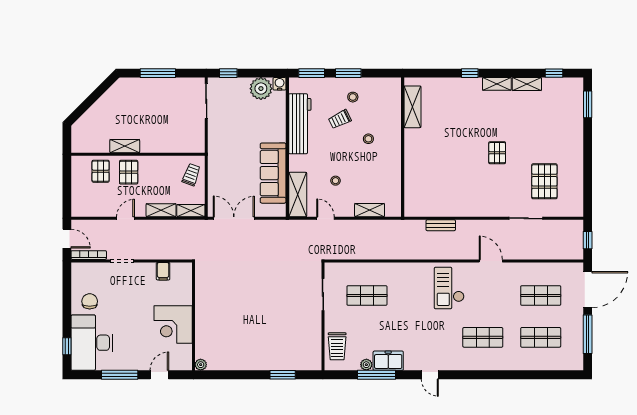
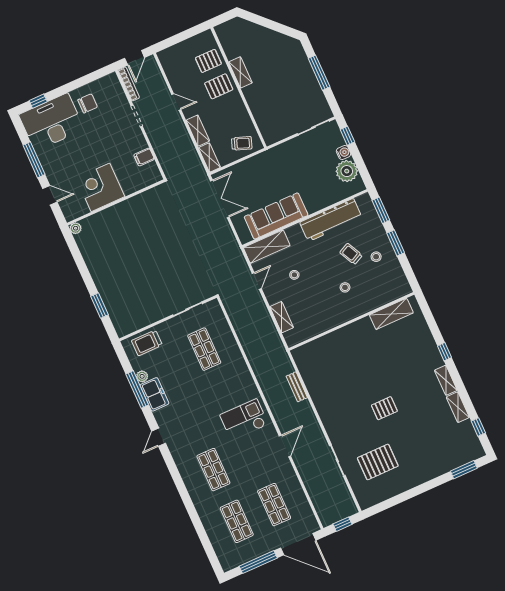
water cooler: (280, 84) -> (344, 152), moved

